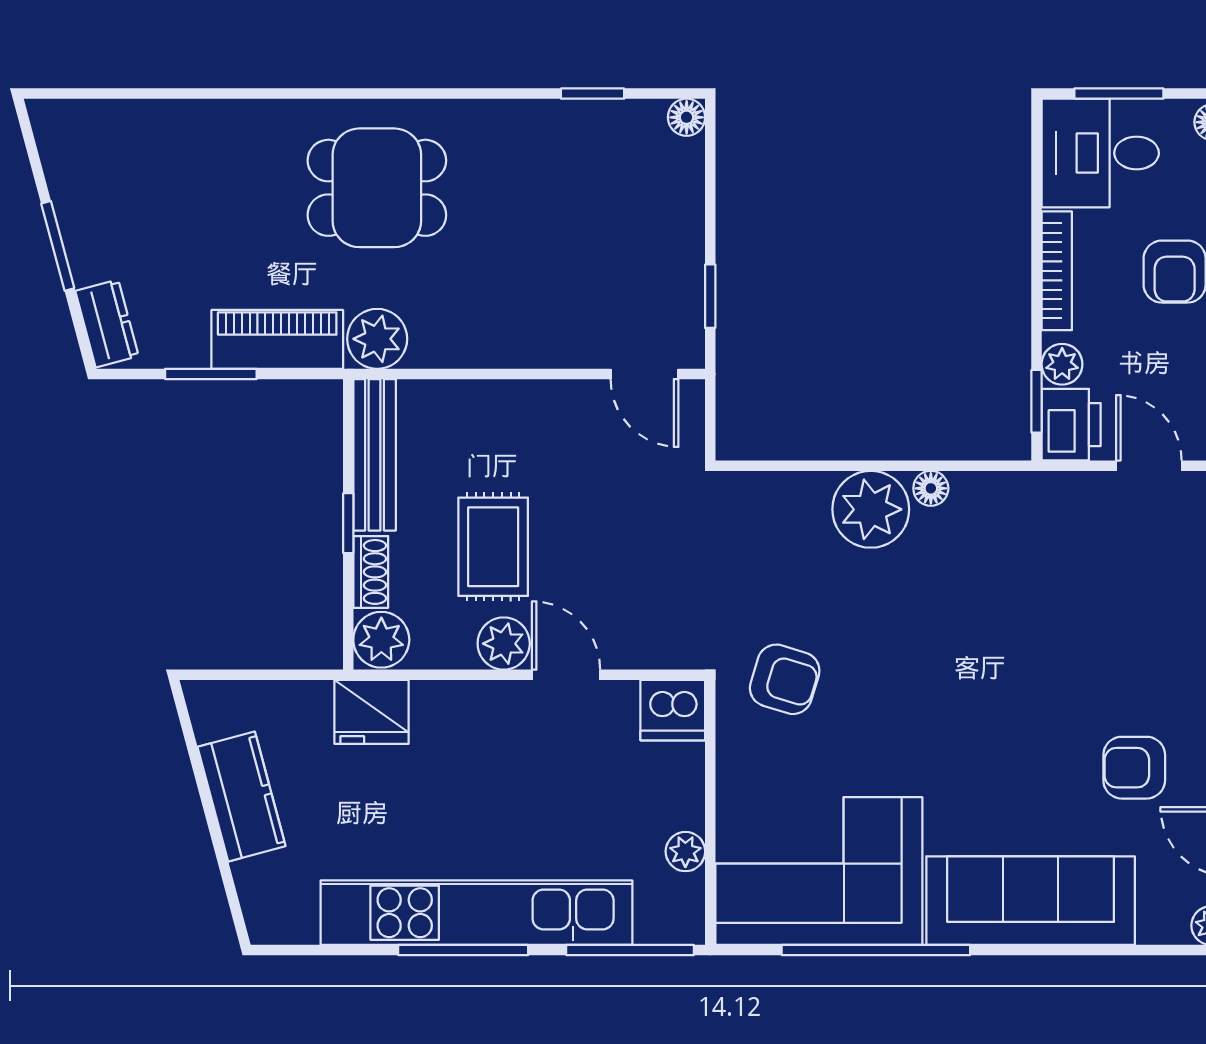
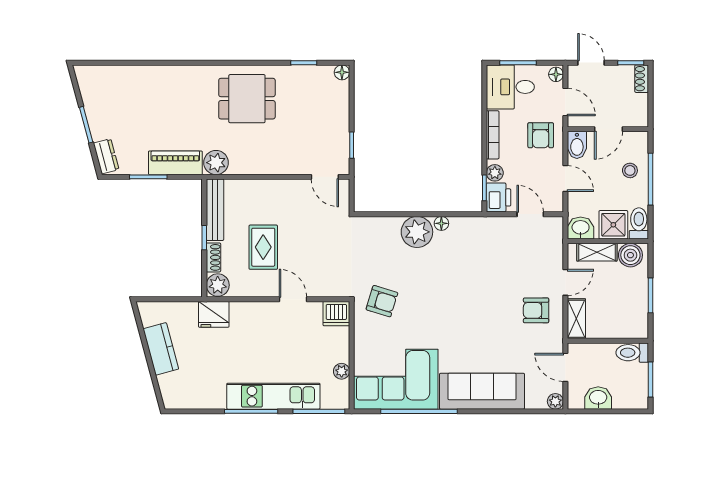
dining table: (377, 188) -> (247, 99), moved
plant: (504, 644) -> (268, 287), removed
armchair: (1134, 768) -> (536, 310), moved
kitchen unit: (476, 913) -> (273, 396), width x0.73

